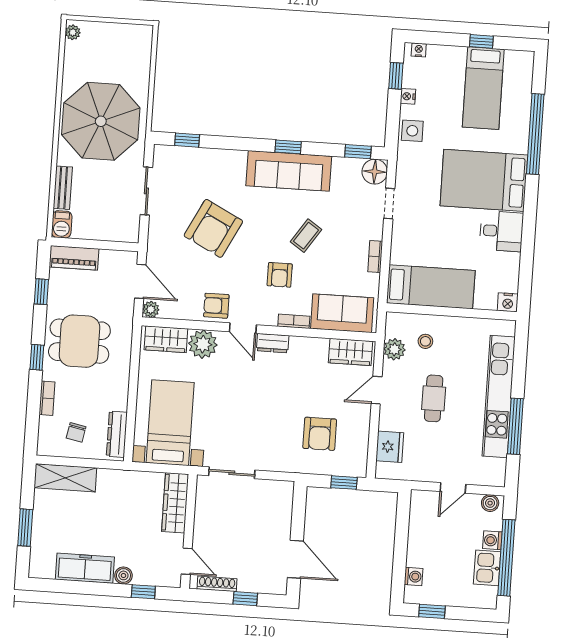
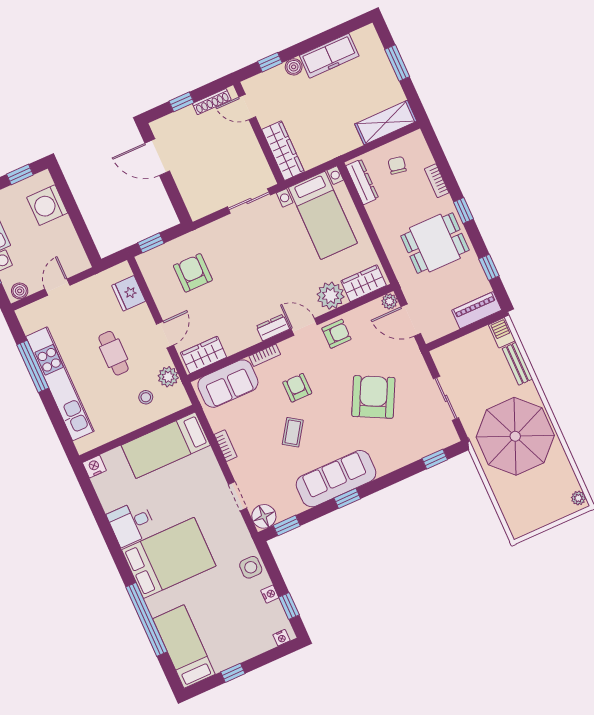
bed: (483, 88) -> (184, 647), moved
washing machine: (414, 576) -> (47, 205), width x1.89, depth x1.89

